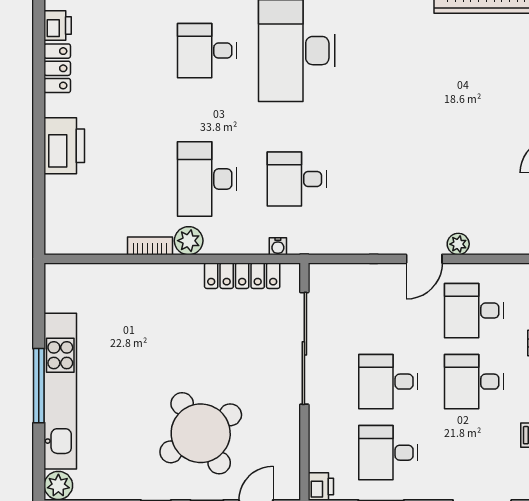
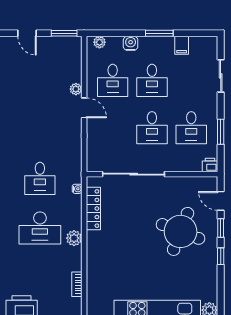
bookcase: (150, 246) -> (77, 284), moved
round table: (201, 433) -> (181, 231), turned -37

